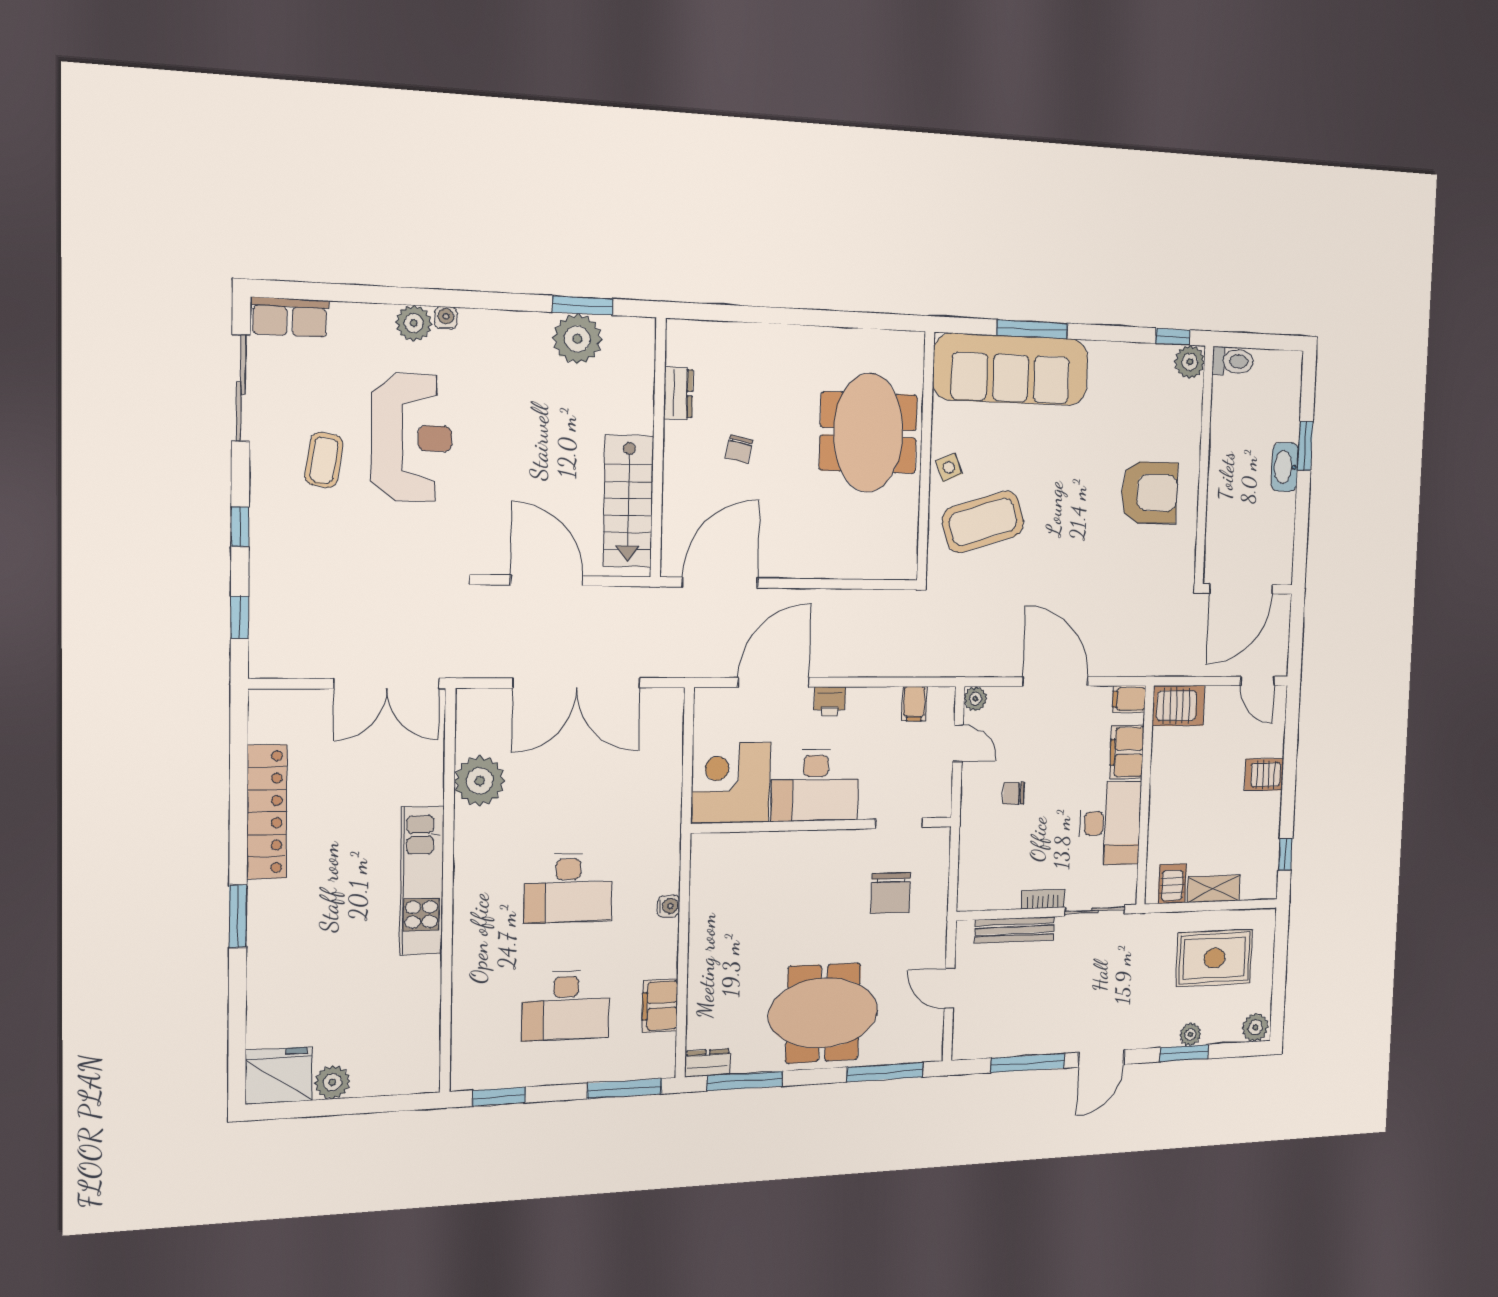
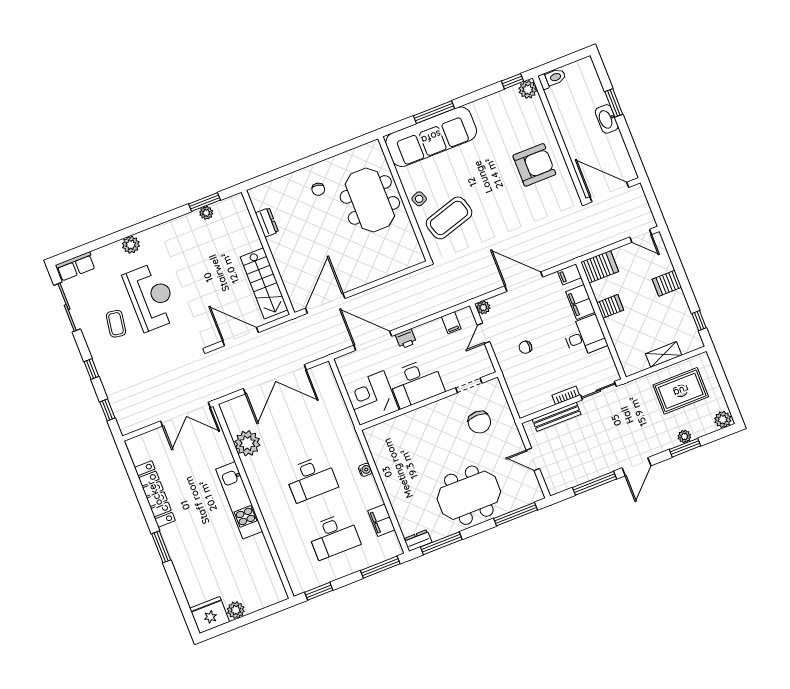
water cooler: (446, 318) -> (144, 236), removed
plant: (577, 339) -> (206, 213), width x0.53, depth x0.53
chair: (739, 449) -> (318, 189), moved
door: (1241, 589) -> (609, 192), swing flipped
door: (774, 682) -> (373, 341), hinge flipped
door: (958, 743) -> (484, 333), swing flipped
desk: (1110, 823) -> (585, 336), width x0.73
server rack: (1172, 884) -> (610, 306), moved, turned 90

